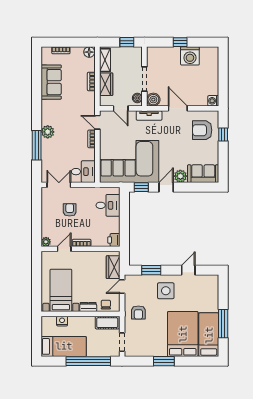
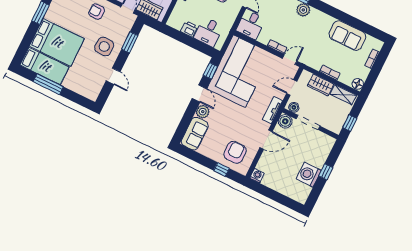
printer: (114, 240) -> (189, 29), moved

